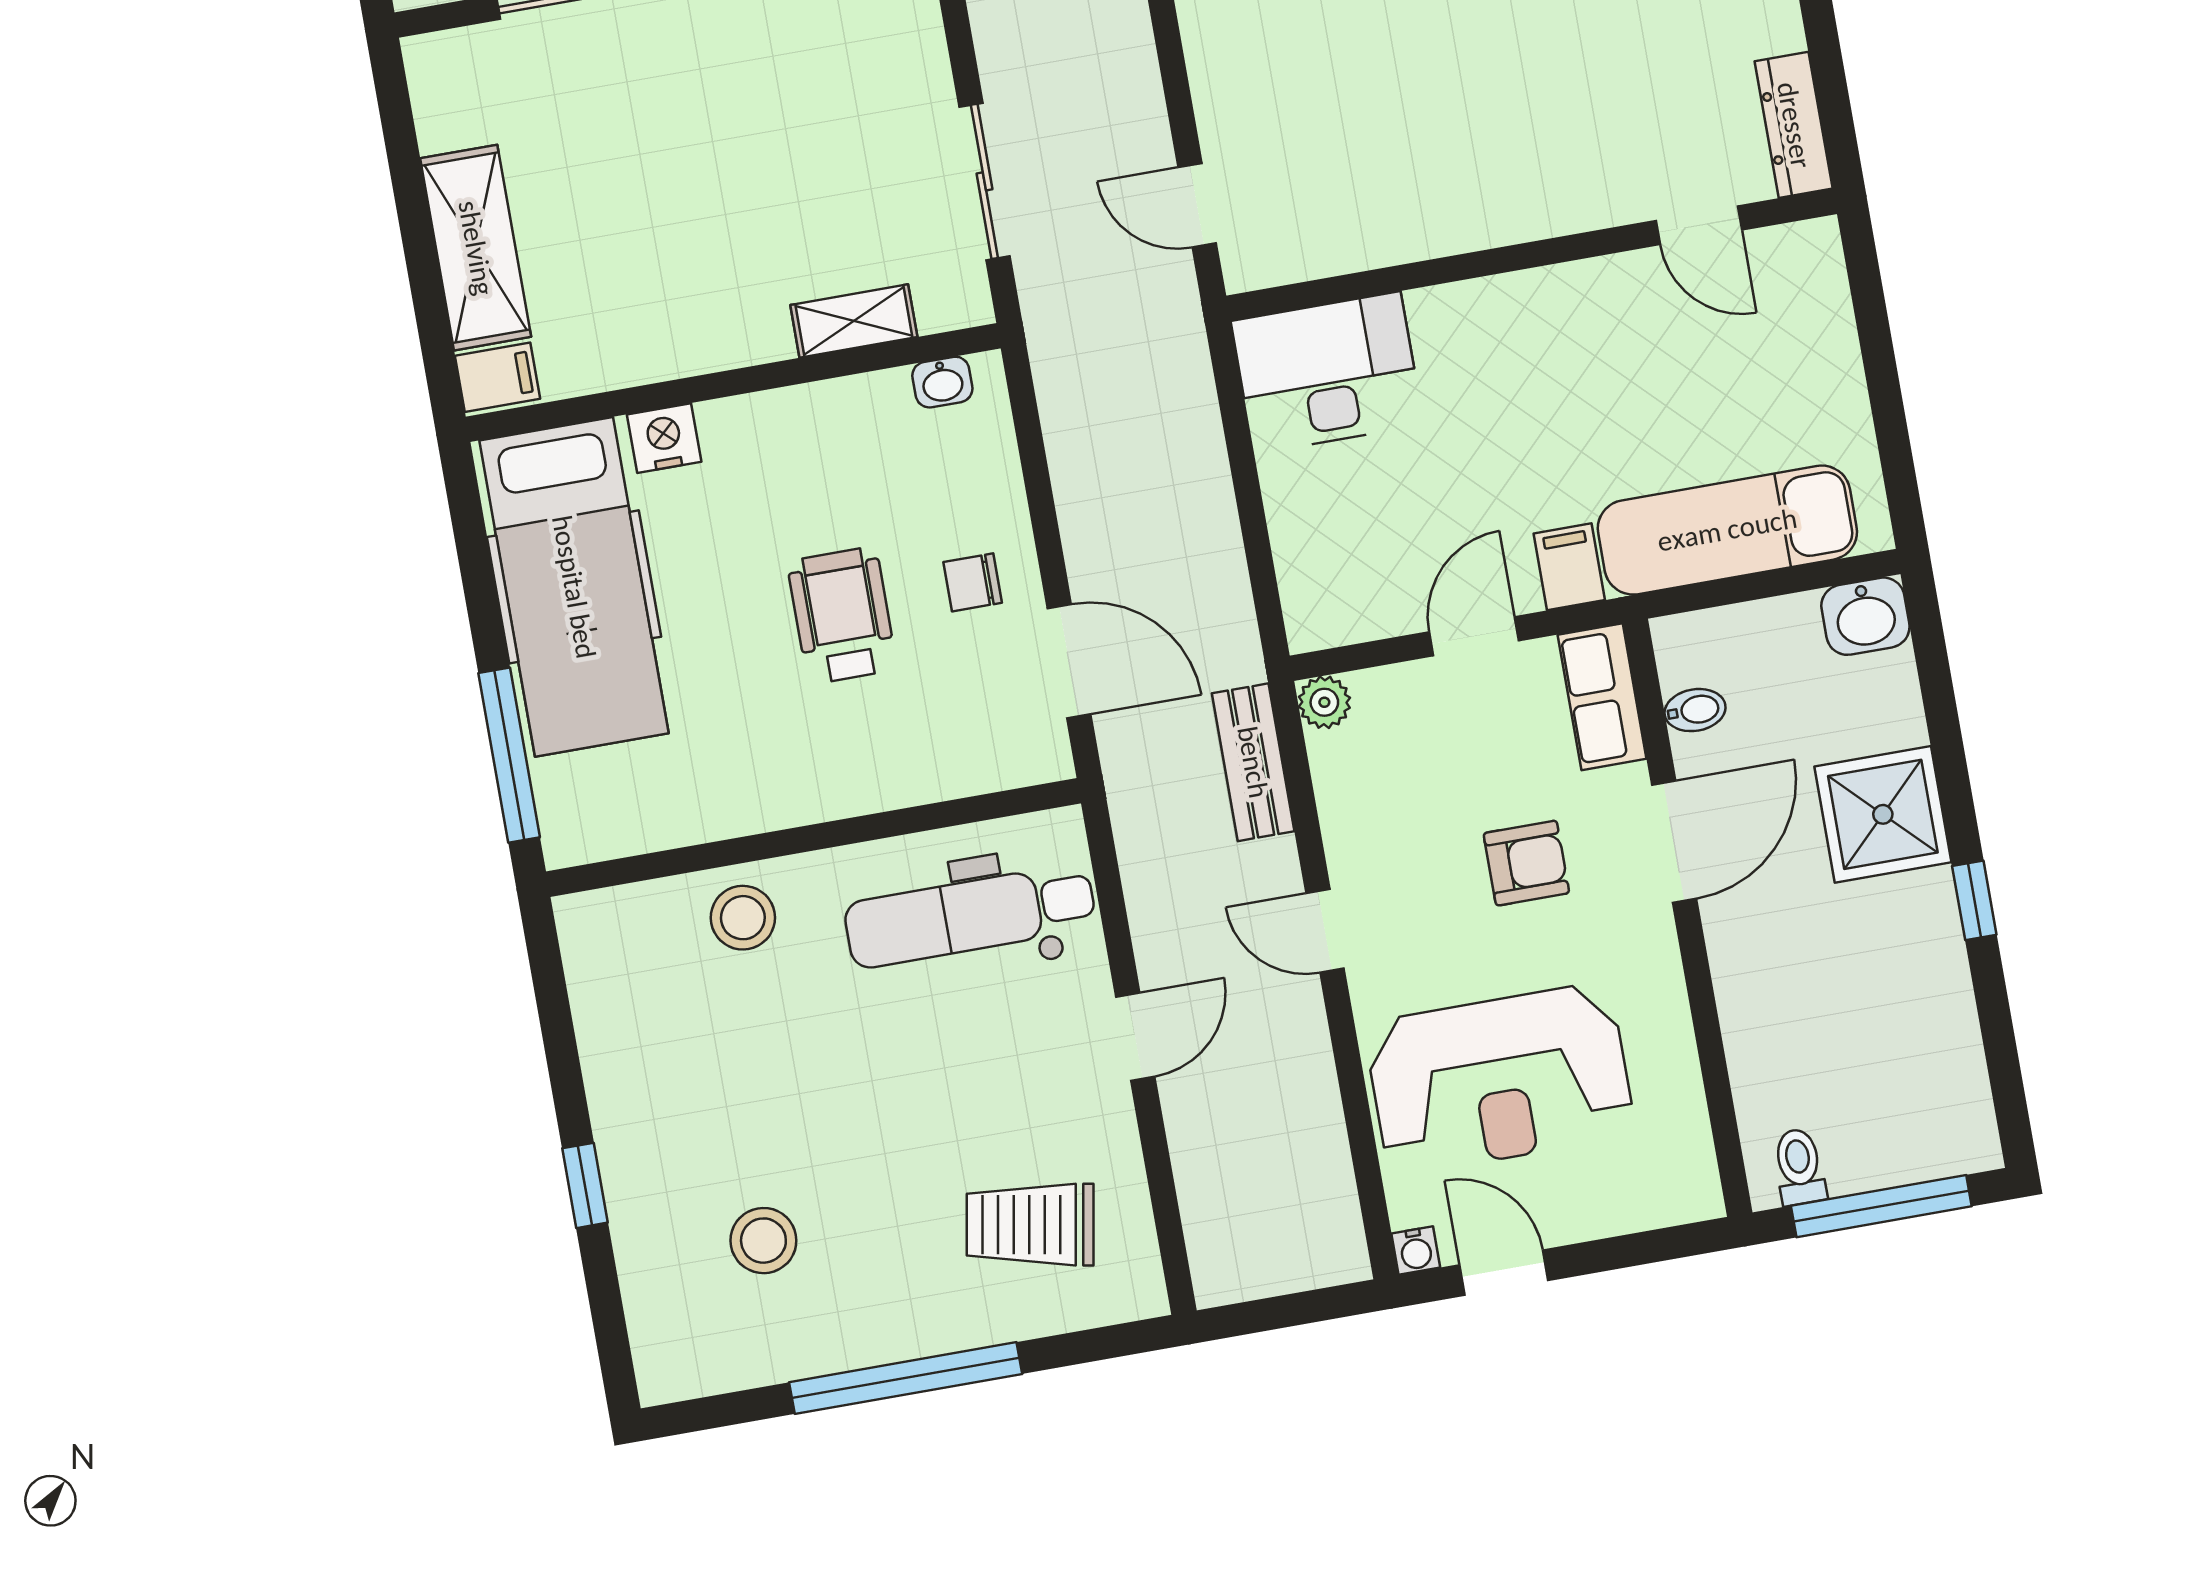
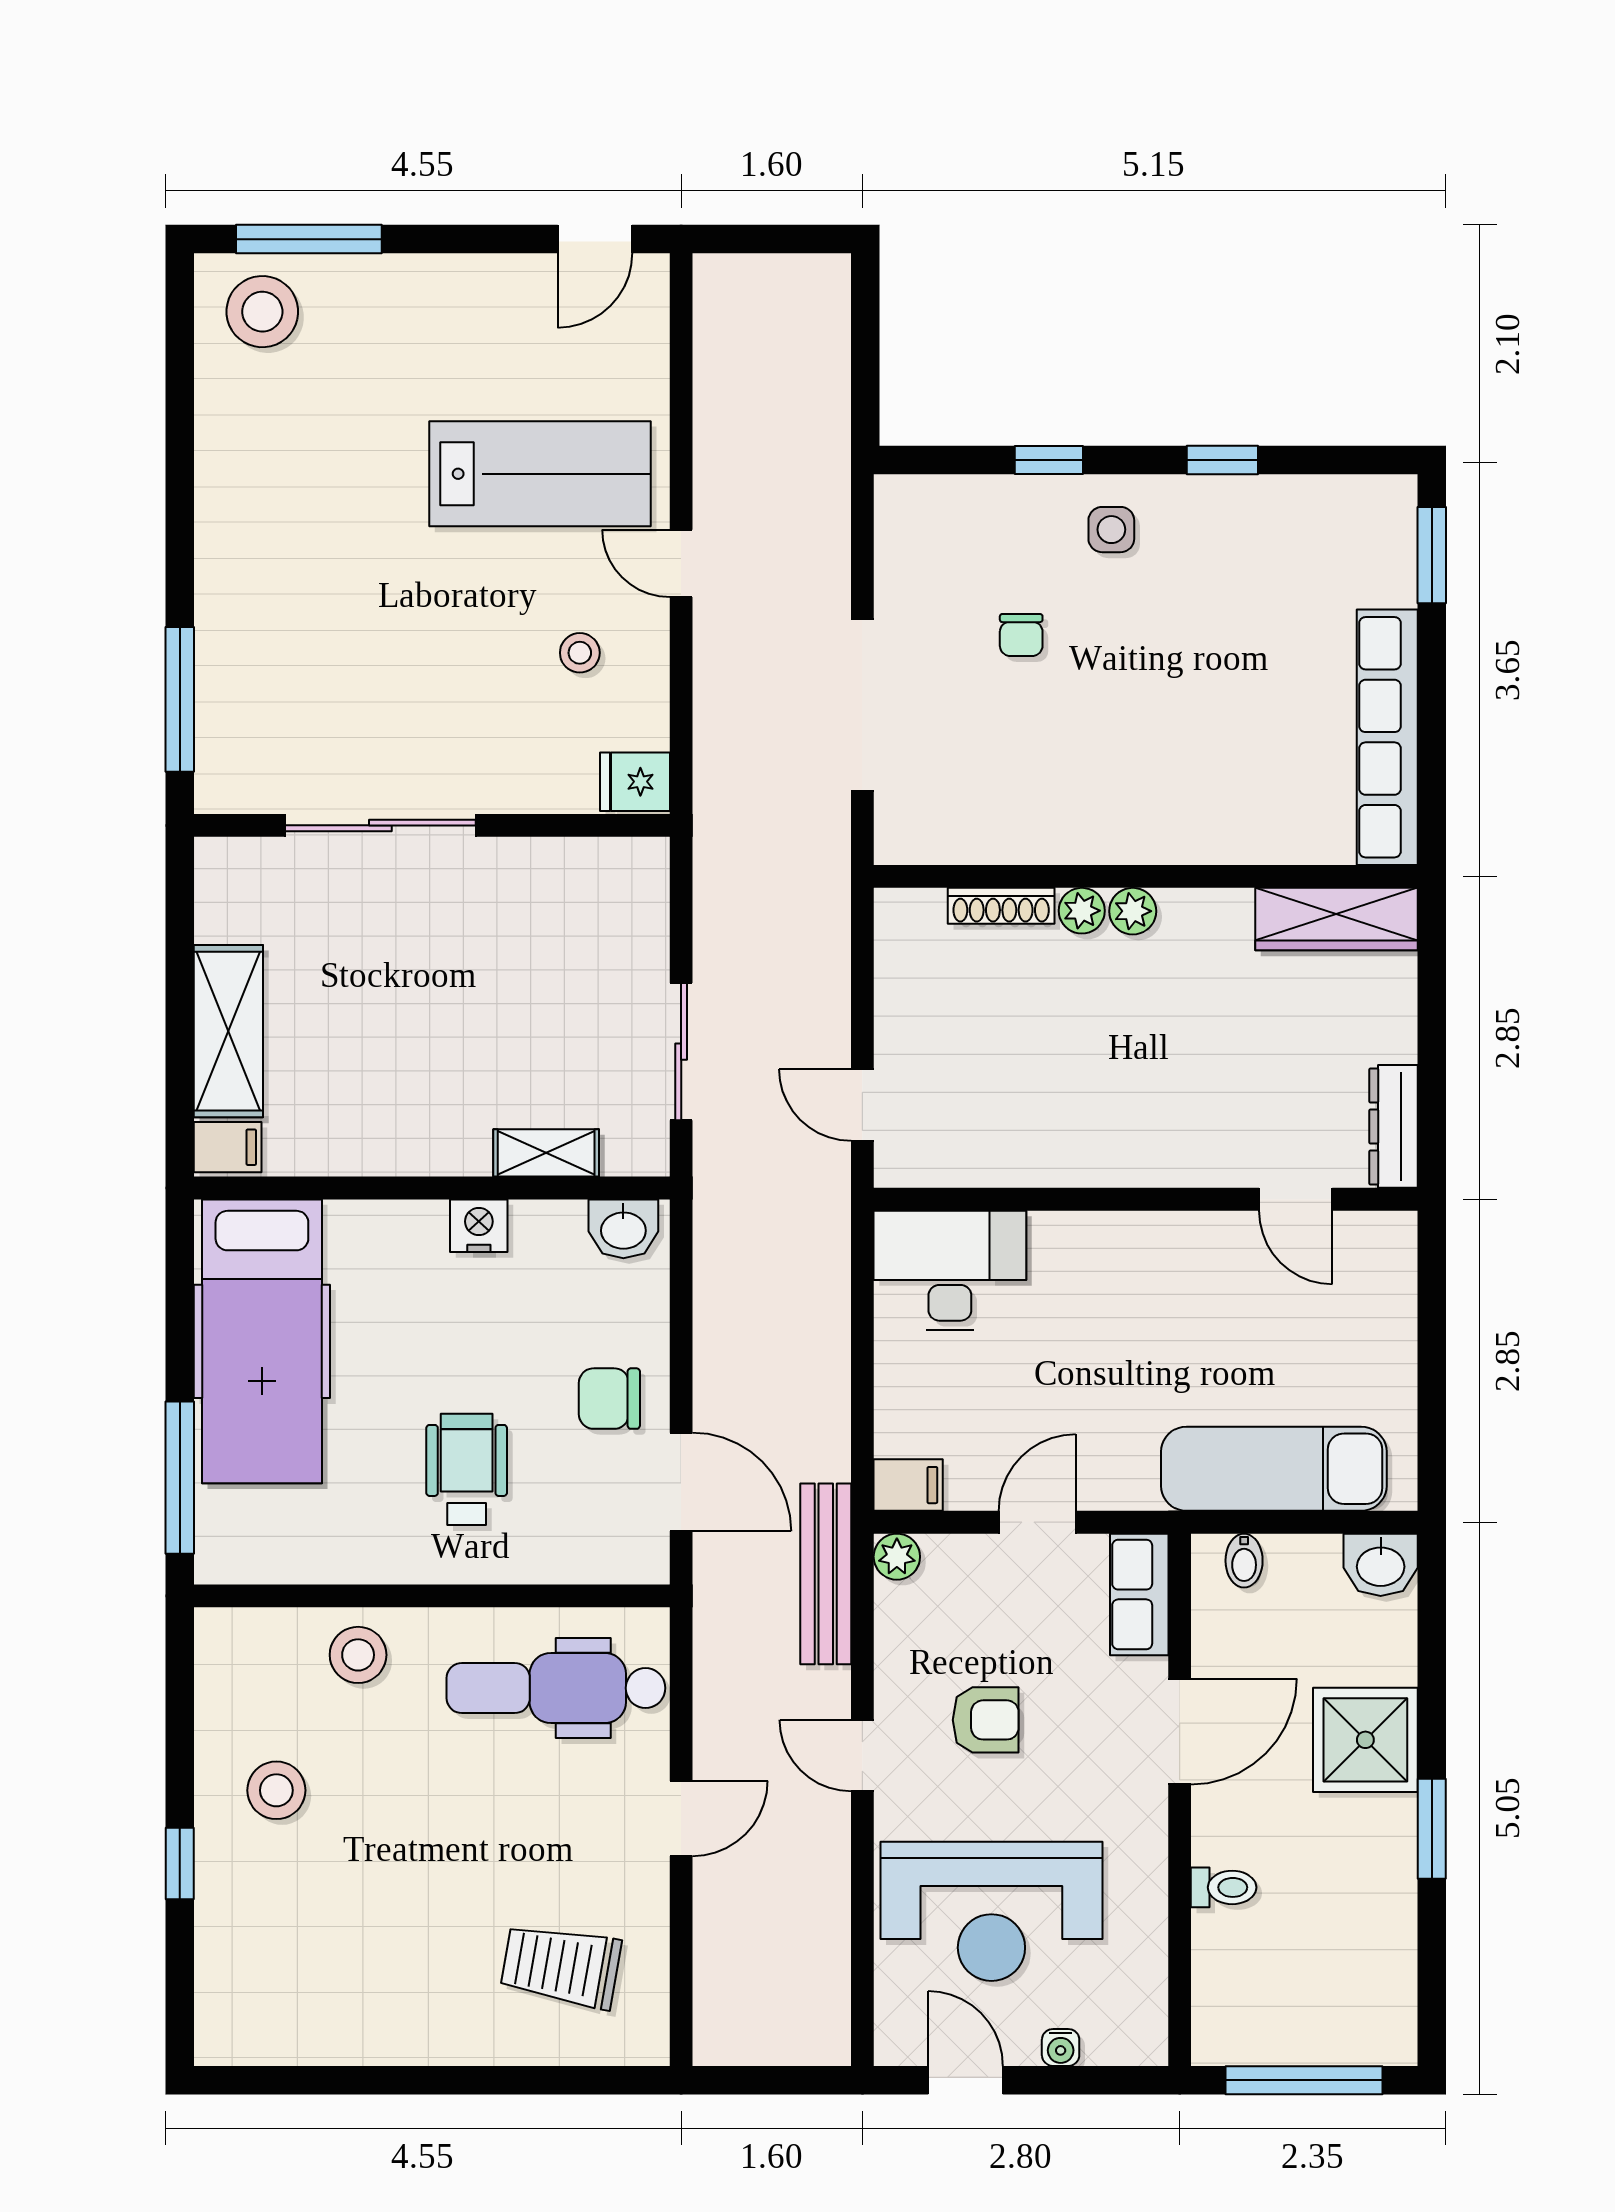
washbasin: (942, 382) -> (623, 1229), width x1.38, depth x1.45
nightstand: (664, 438) -> (479, 1226), moved
filing cabinet: (1569, 567) -> (908, 1485), moved, turned 90
chair: (973, 582) -> (609, 1399), width x1.37, depth x1.37
wheelchair: (842, 615) -> (467, 1469), moved
bidet: (1695, 710) -> (1244, 1561), moved, turned 90
bench: (1253, 762) -> (826, 1574), width x1.36
armchair: (1526, 863) -> (986, 1720), moved
window: (1974, 900) -> (1432, 1829), width x1.50
toilet: (1799, 1167) -> (1224, 1887), moved, turned 90
stool: (763, 1241) -> (276, 1790), moved
water cooler: (1416, 1250) -> (1061, 2047), moved
window: (906, 1378) -> (429, 2080), removed

